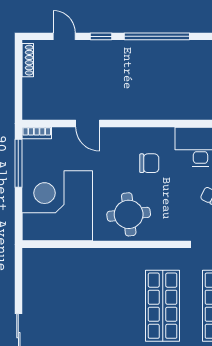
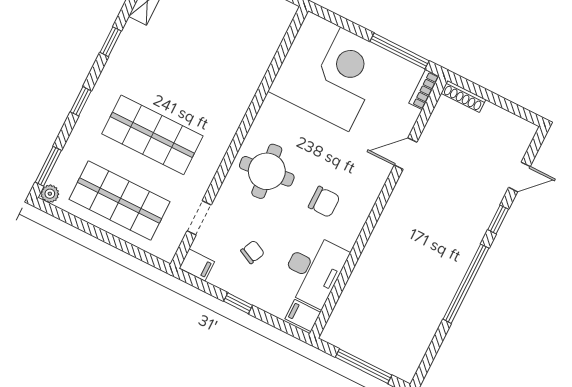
shoe rack: (28, 60) -> (463, 96), moved
chair: (149, 163) -> (324, 202), turned -90
round table: (129, 214) -> (267, 171), moved

